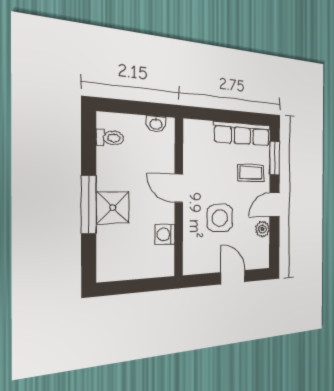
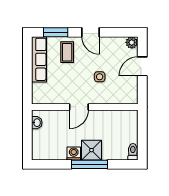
toilet: (110, 138) -> (133, 152), moved
side table: (220, 218) -> (100, 77), width x0.54, depth x0.54
plant: (262, 229) -> (132, 42), moved
washing machine: (165, 234) -> (74, 153), moved, turned 180

